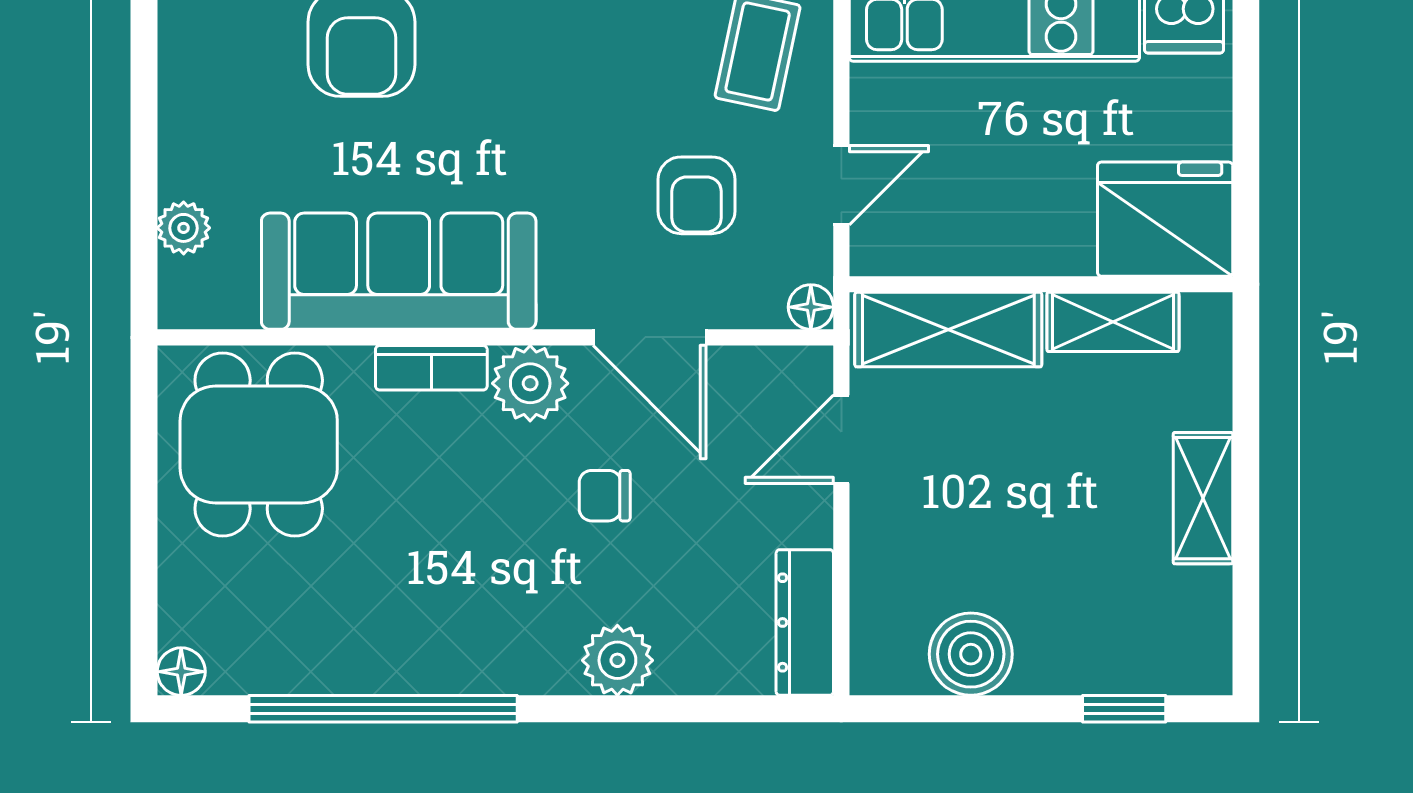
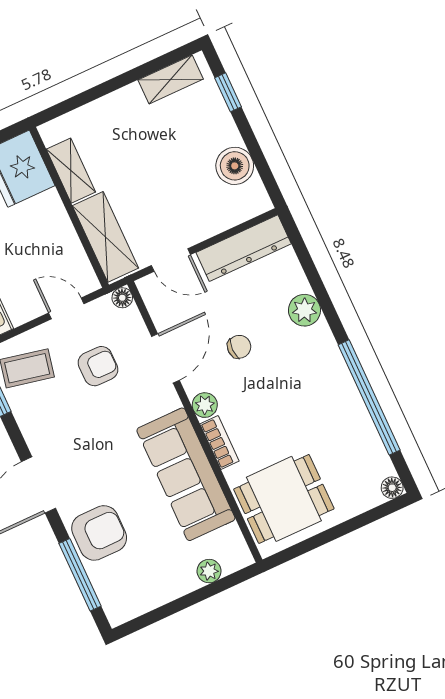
plant: (530, 383) -> (205, 405), width x0.73, depth x0.73
chair: (605, 496) -> (239, 347), turned -90
shelving: (1203, 498) -> (171, 79), moved
dresser: (805, 622) -> (244, 248), width x1.37, depth x1.24

